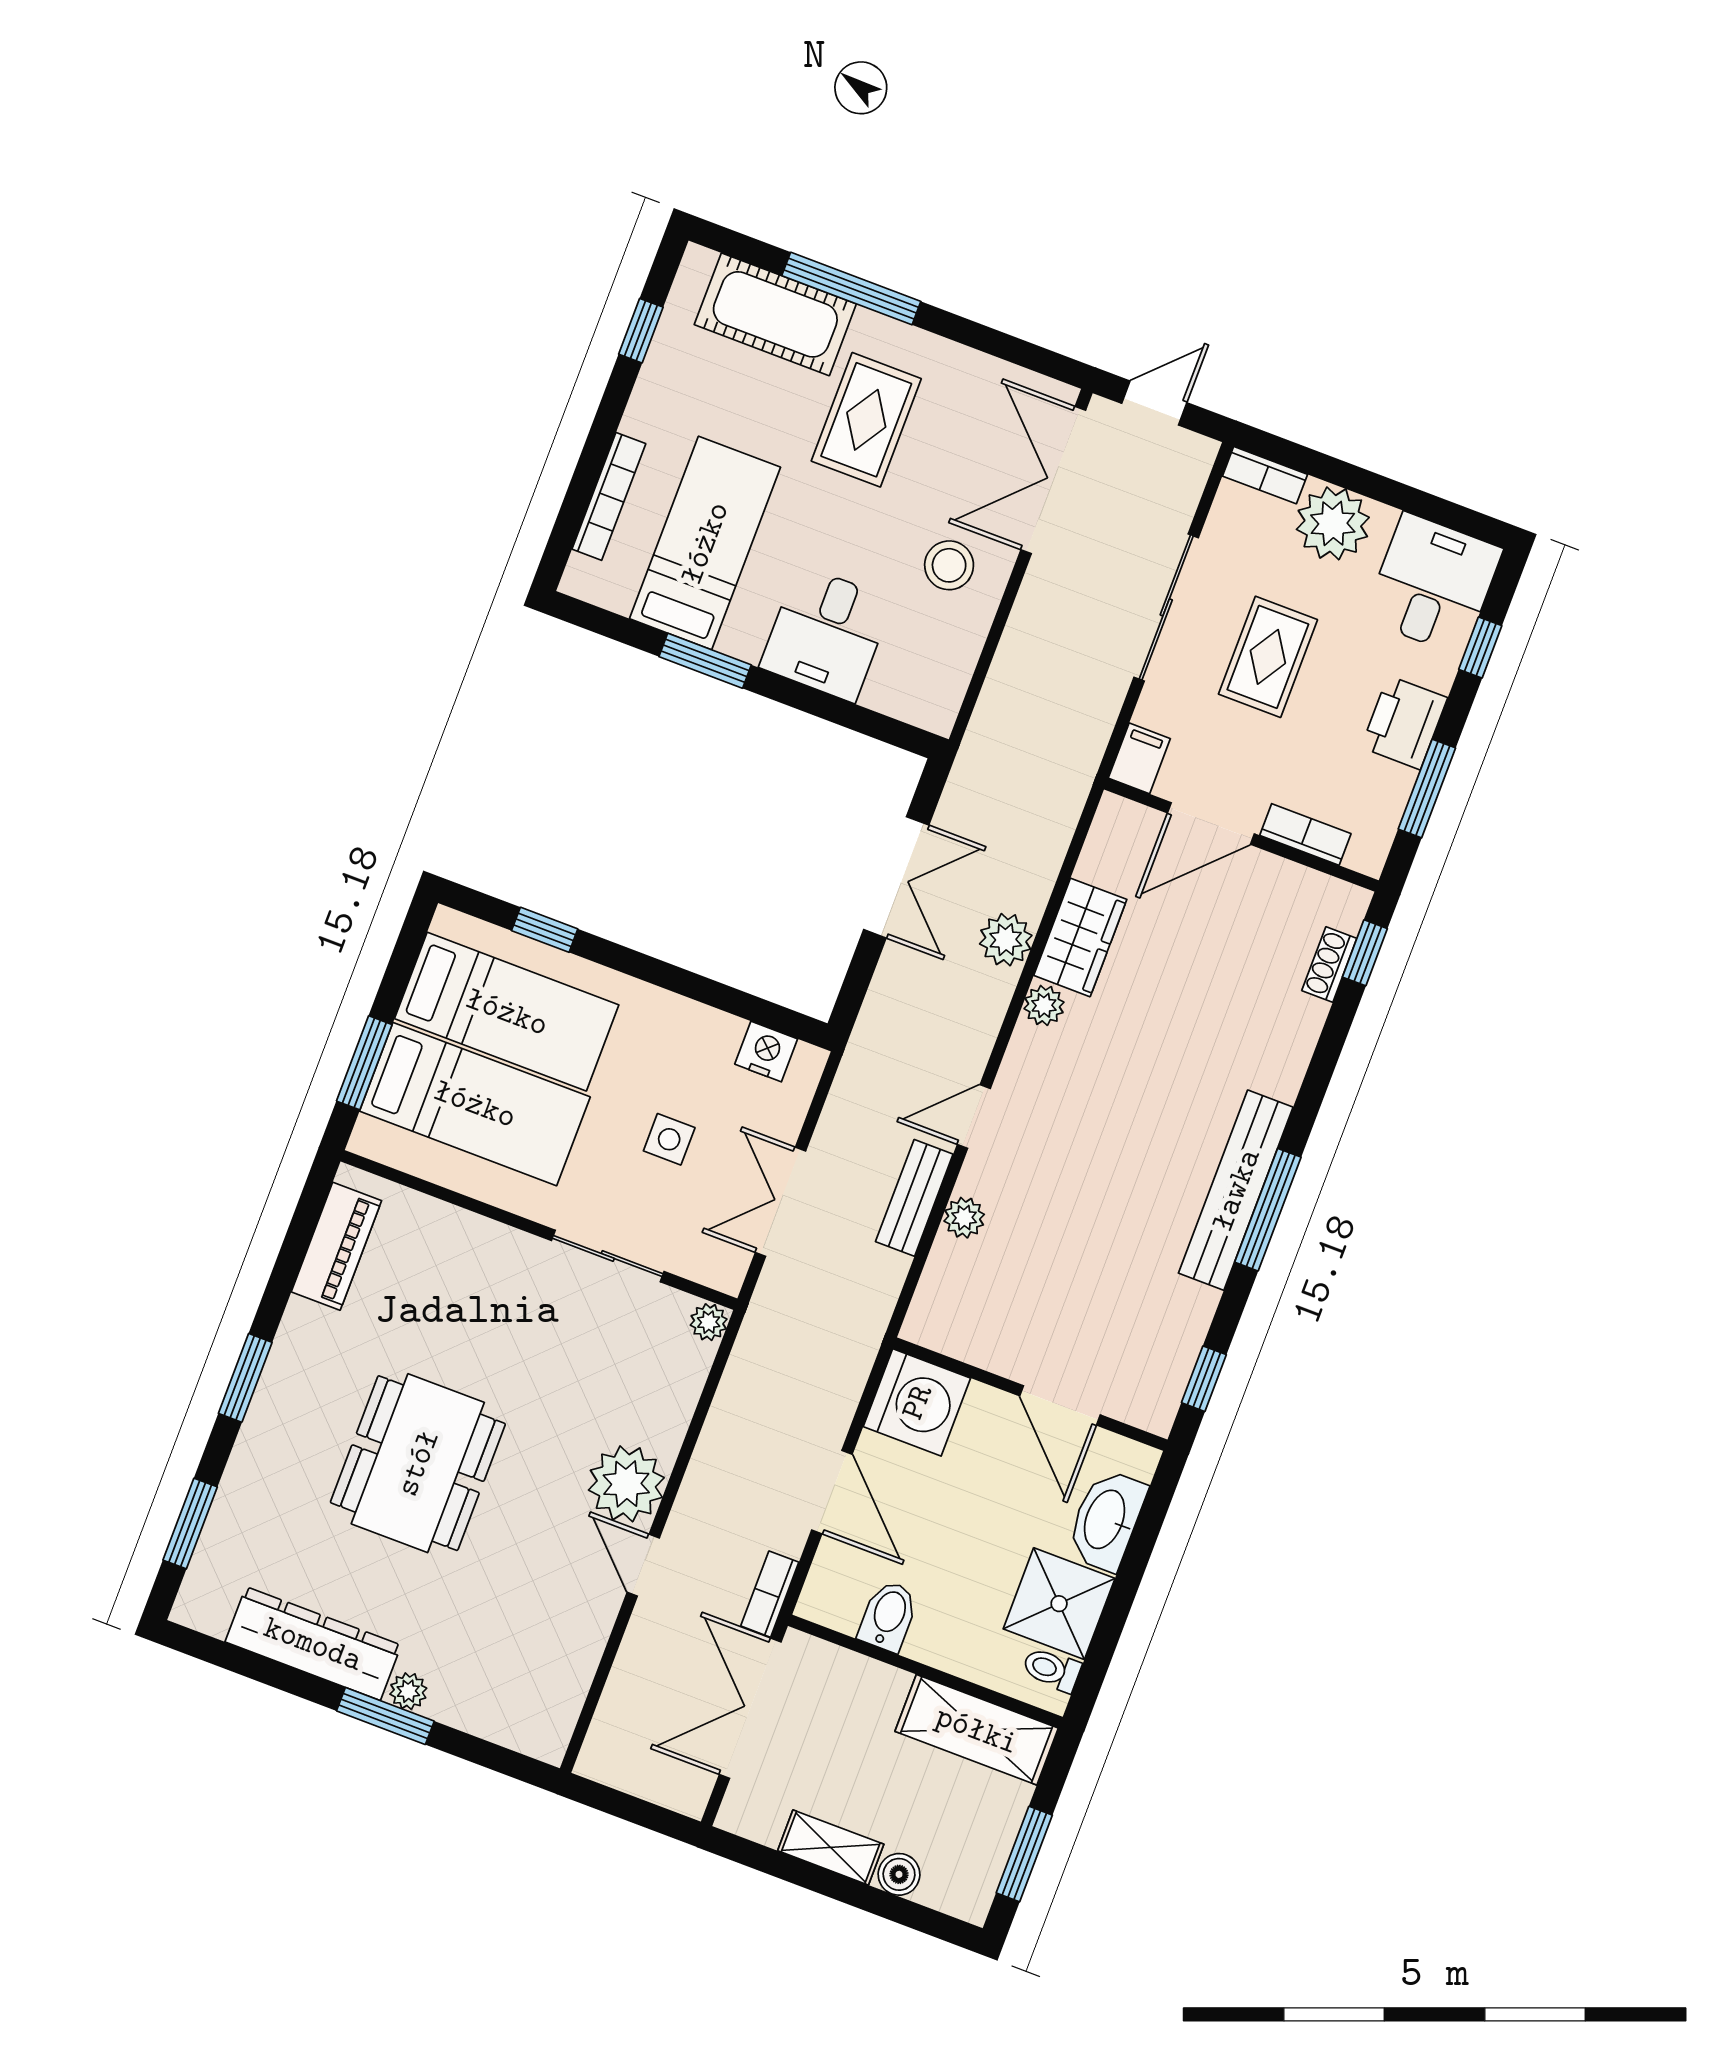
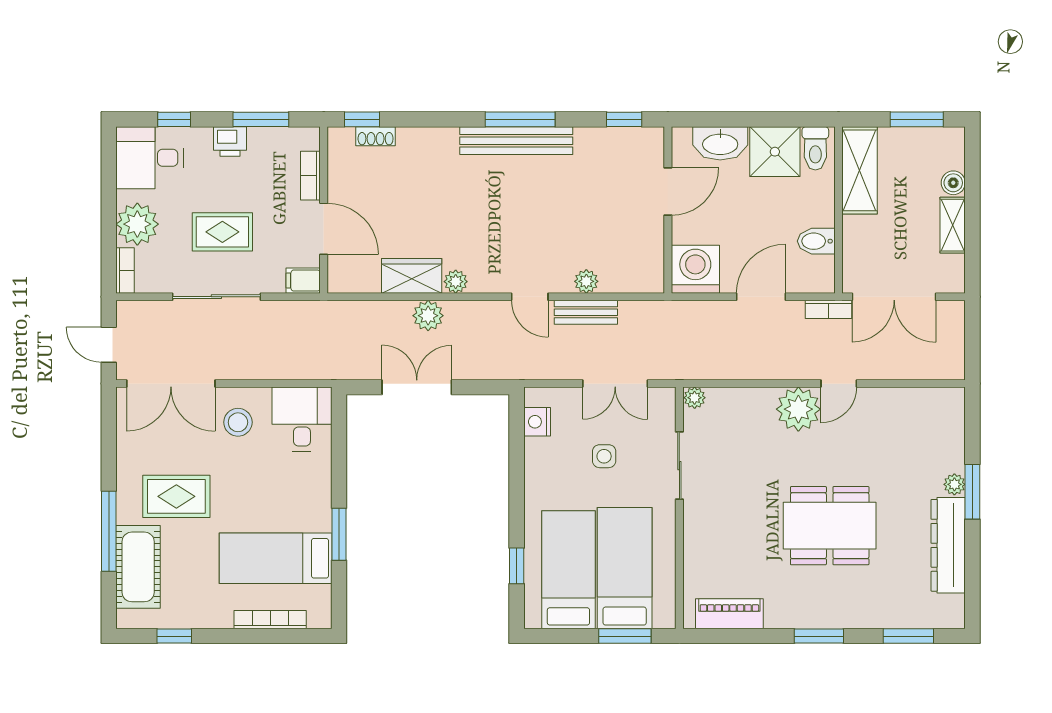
desk: (826, 633) -> (302, 419), moved, turned -90
printer: (1404, 723) -> (230, 142), width x0.73, depth x0.81
toilet: (1052, 1669) -> (815, 148), width x1.37, depth x1.39

